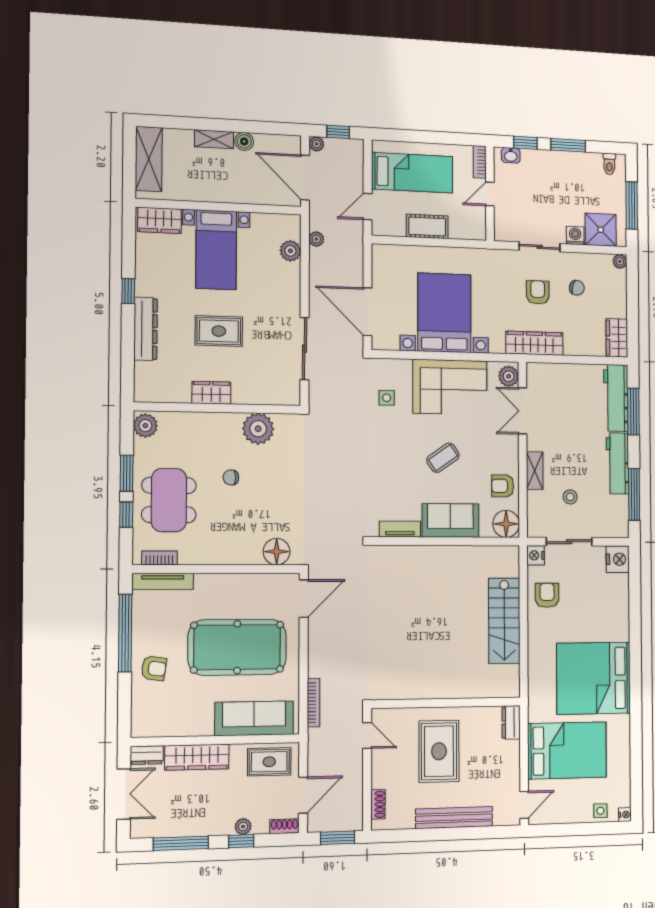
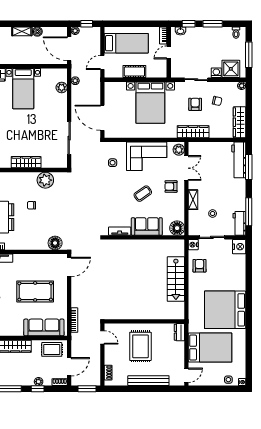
bed with nightstands: (444, 313) -> (150, 103), moved, turned 180
rug: (219, 331) -> (25, 130), removed
wardrobe: (617, 338) -> (240, 122), width x1.50
wardrobe: (211, 393) -> (26, 162), width x1.50
double door: (523, 411) -> (186, 168), swing flipped
workbench: (617, 463) -> (239, 223), moved, width x0.73
armchair: (503, 486) -> (171, 186), moved
pool table: (237, 647) -> (35, 291), width x0.73, depth x0.76

